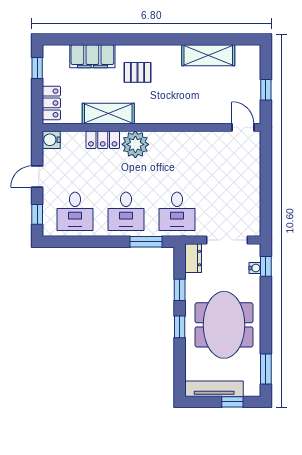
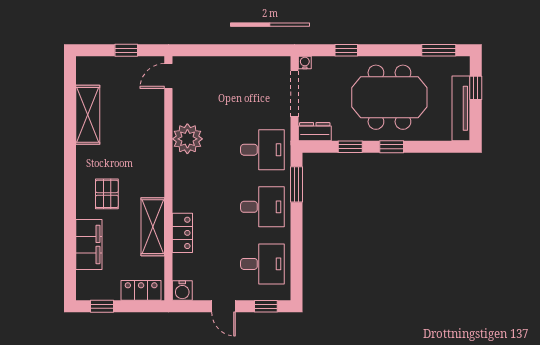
plant: (135, 144) -> (187, 139), moved
window: (266, 266) -> (346, 50), moved
water cooler: (255, 268) -> (305, 63), moved

